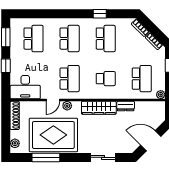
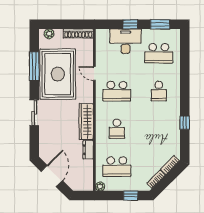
school desk: (70, 39) -> (159, 91), width x0.54
school desk: (106, 39) -> (159, 129), removed
desk: (25, 87) -> (126, 41), moved, turned 90
plant: (67, 106) -> (88, 88), removed
sliding door: (103, 157) -> (34, 113), moved

